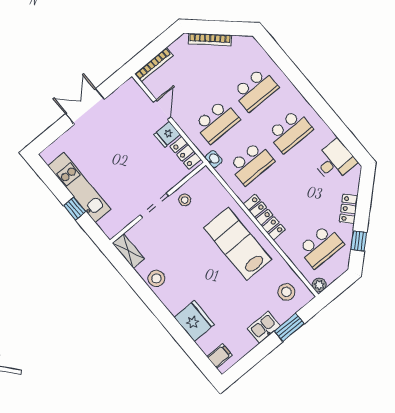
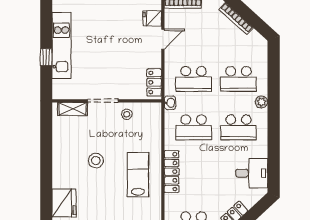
plant: (292, 93) -> (262, 102), added
fridge: (167, 134) -> (152, 18), moved
lab bench: (237, 244) -> (138, 175), width x0.73, depth x0.72
shelving: (128, 251) -> (73, 109), moved, turned 90
stool: (156, 278) -> (96, 161), moved

